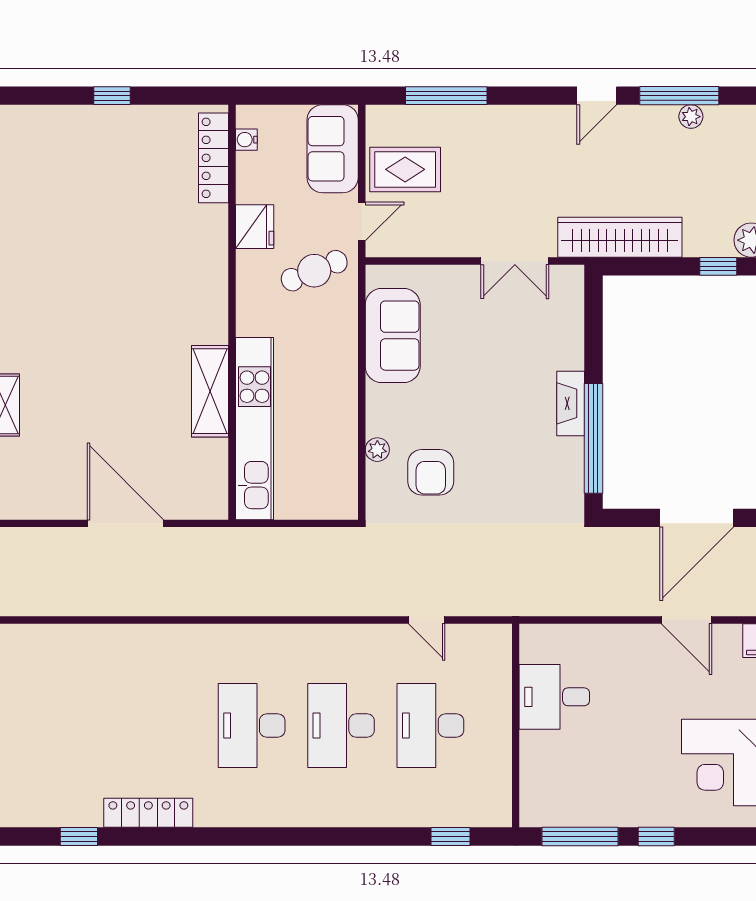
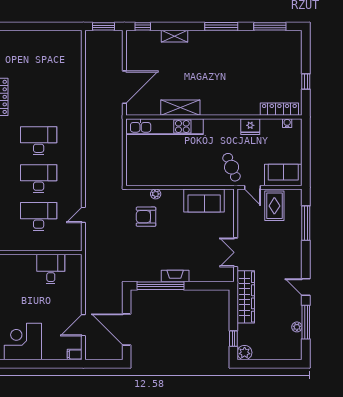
water cooler: (246, 140) -> (287, 123), moved
locker: (214, 158) -> (279, 109), moved
fridge: (255, 227) -> (250, 127), moved
wall: (232, 312) -> (214, 117), moved
shelving: (210, 391) -> (180, 108), moved
kitchen unit: (255, 429) -> (165, 127), moved

